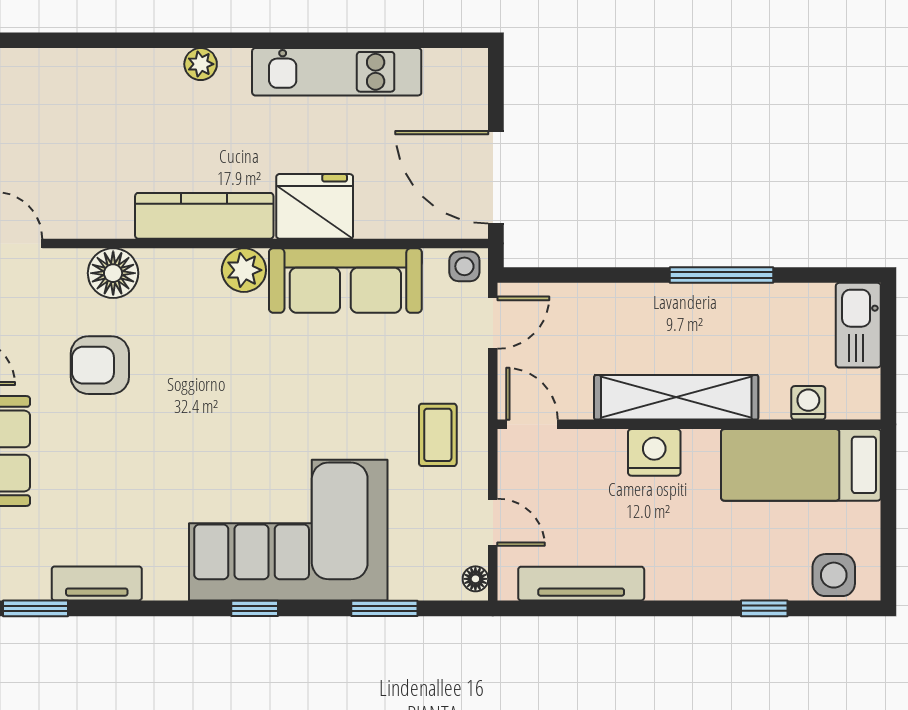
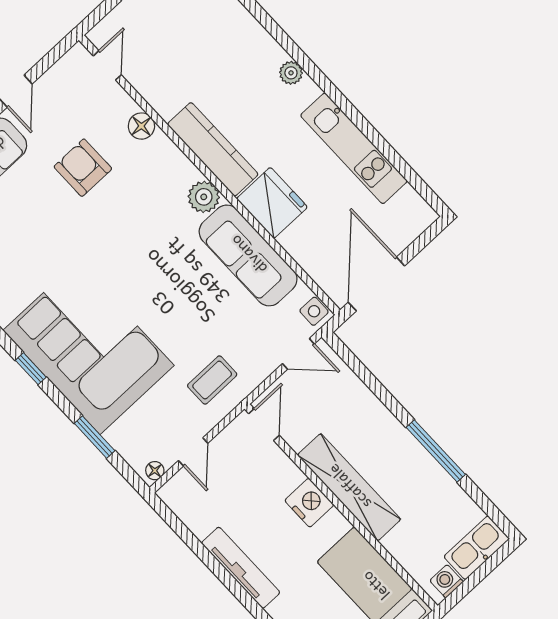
floor lamp: (113, 273) -> (141, 126), width x0.73, depth x0.73
washing machine: (808, 403) -> (446, 581), moved, turned -90
tv unit: (581, 584) -> (241, 568), moved

